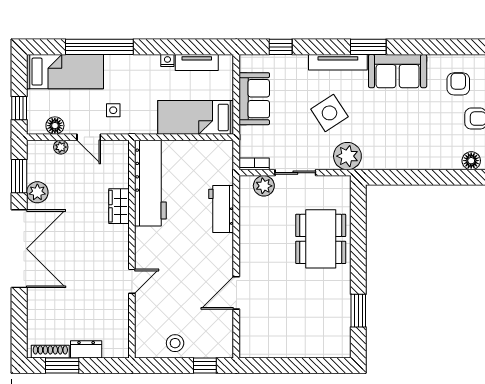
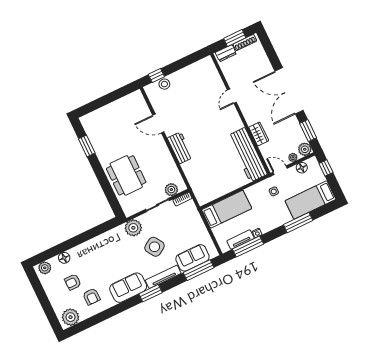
window: (99, 47) -> (298, 223), width x0.68
window: (191, 47) -> (248, 247), added
window: (281, 47) -> (199, 270), width x2.17
sofa: (254, 99) -> (192, 258), moved, turned 90
workbench: (150, 183) -> (248, 155), moved
plant: (37, 192) -> (305, 149), moved
wardrobe: (119, 206) -> (259, 134), moved
workbench: (221, 209) -> (180, 148), moved
wall: (132, 249) -> (240, 114), moved
door: (132, 281) -> (232, 96), moved
door: (236, 293) -> (158, 124), swing flipped
stool: (175, 343) -> (164, 84), moved

